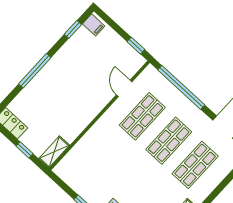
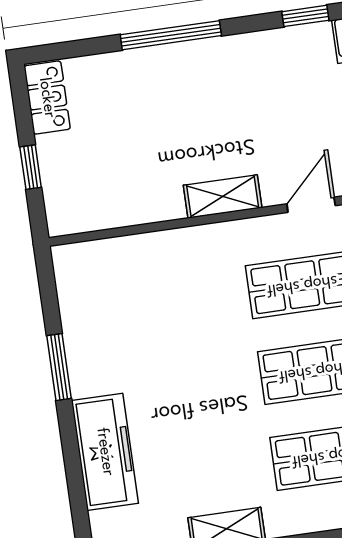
shelving: (54, 152) -> (223, 196), moved

